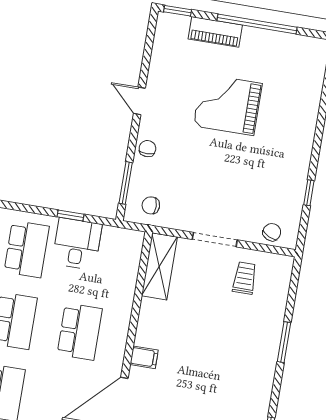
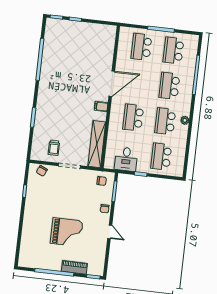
desk: (77, 244) -> (126, 159), moved
shelving: (159, 266) -> (97, 144), width x1.47

